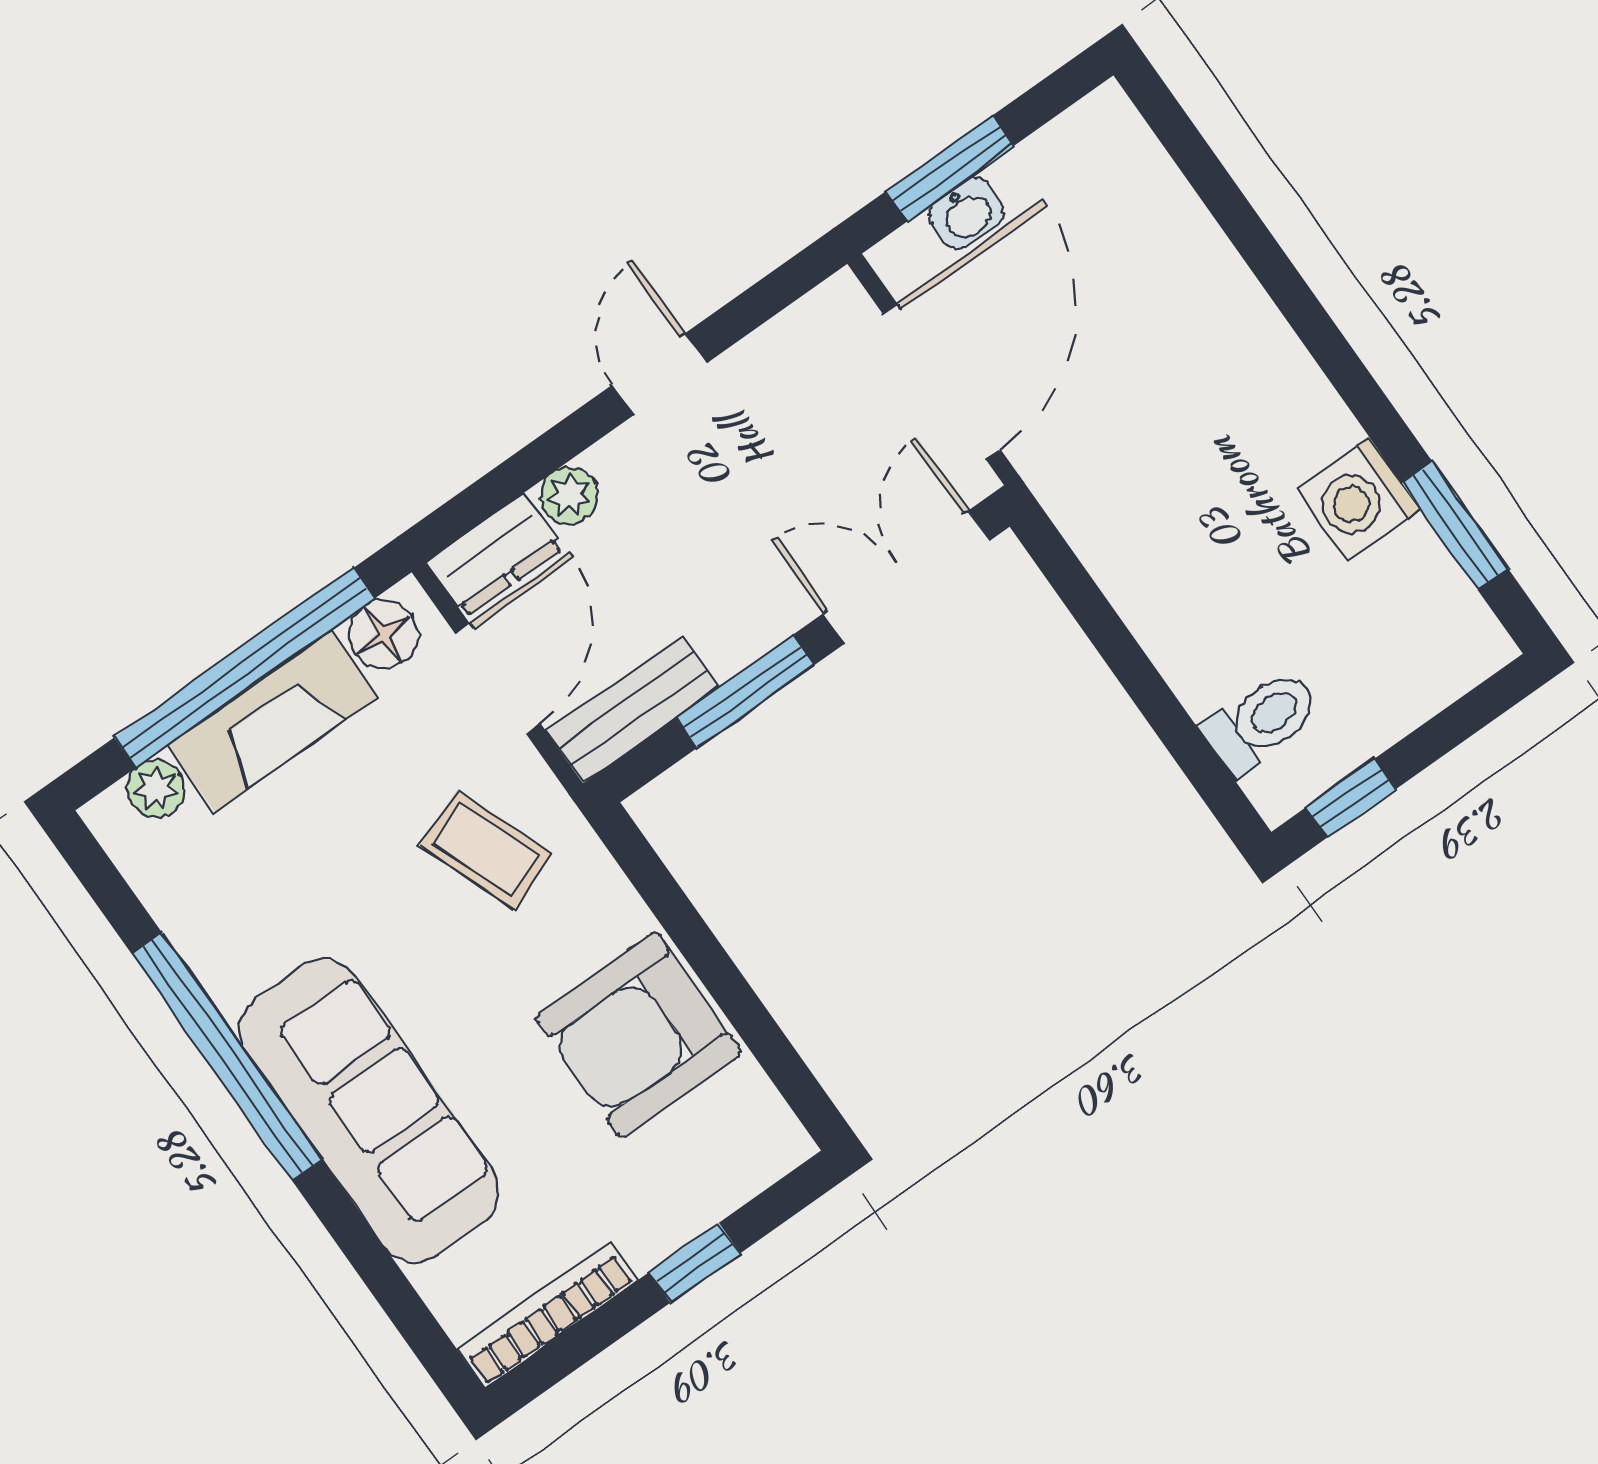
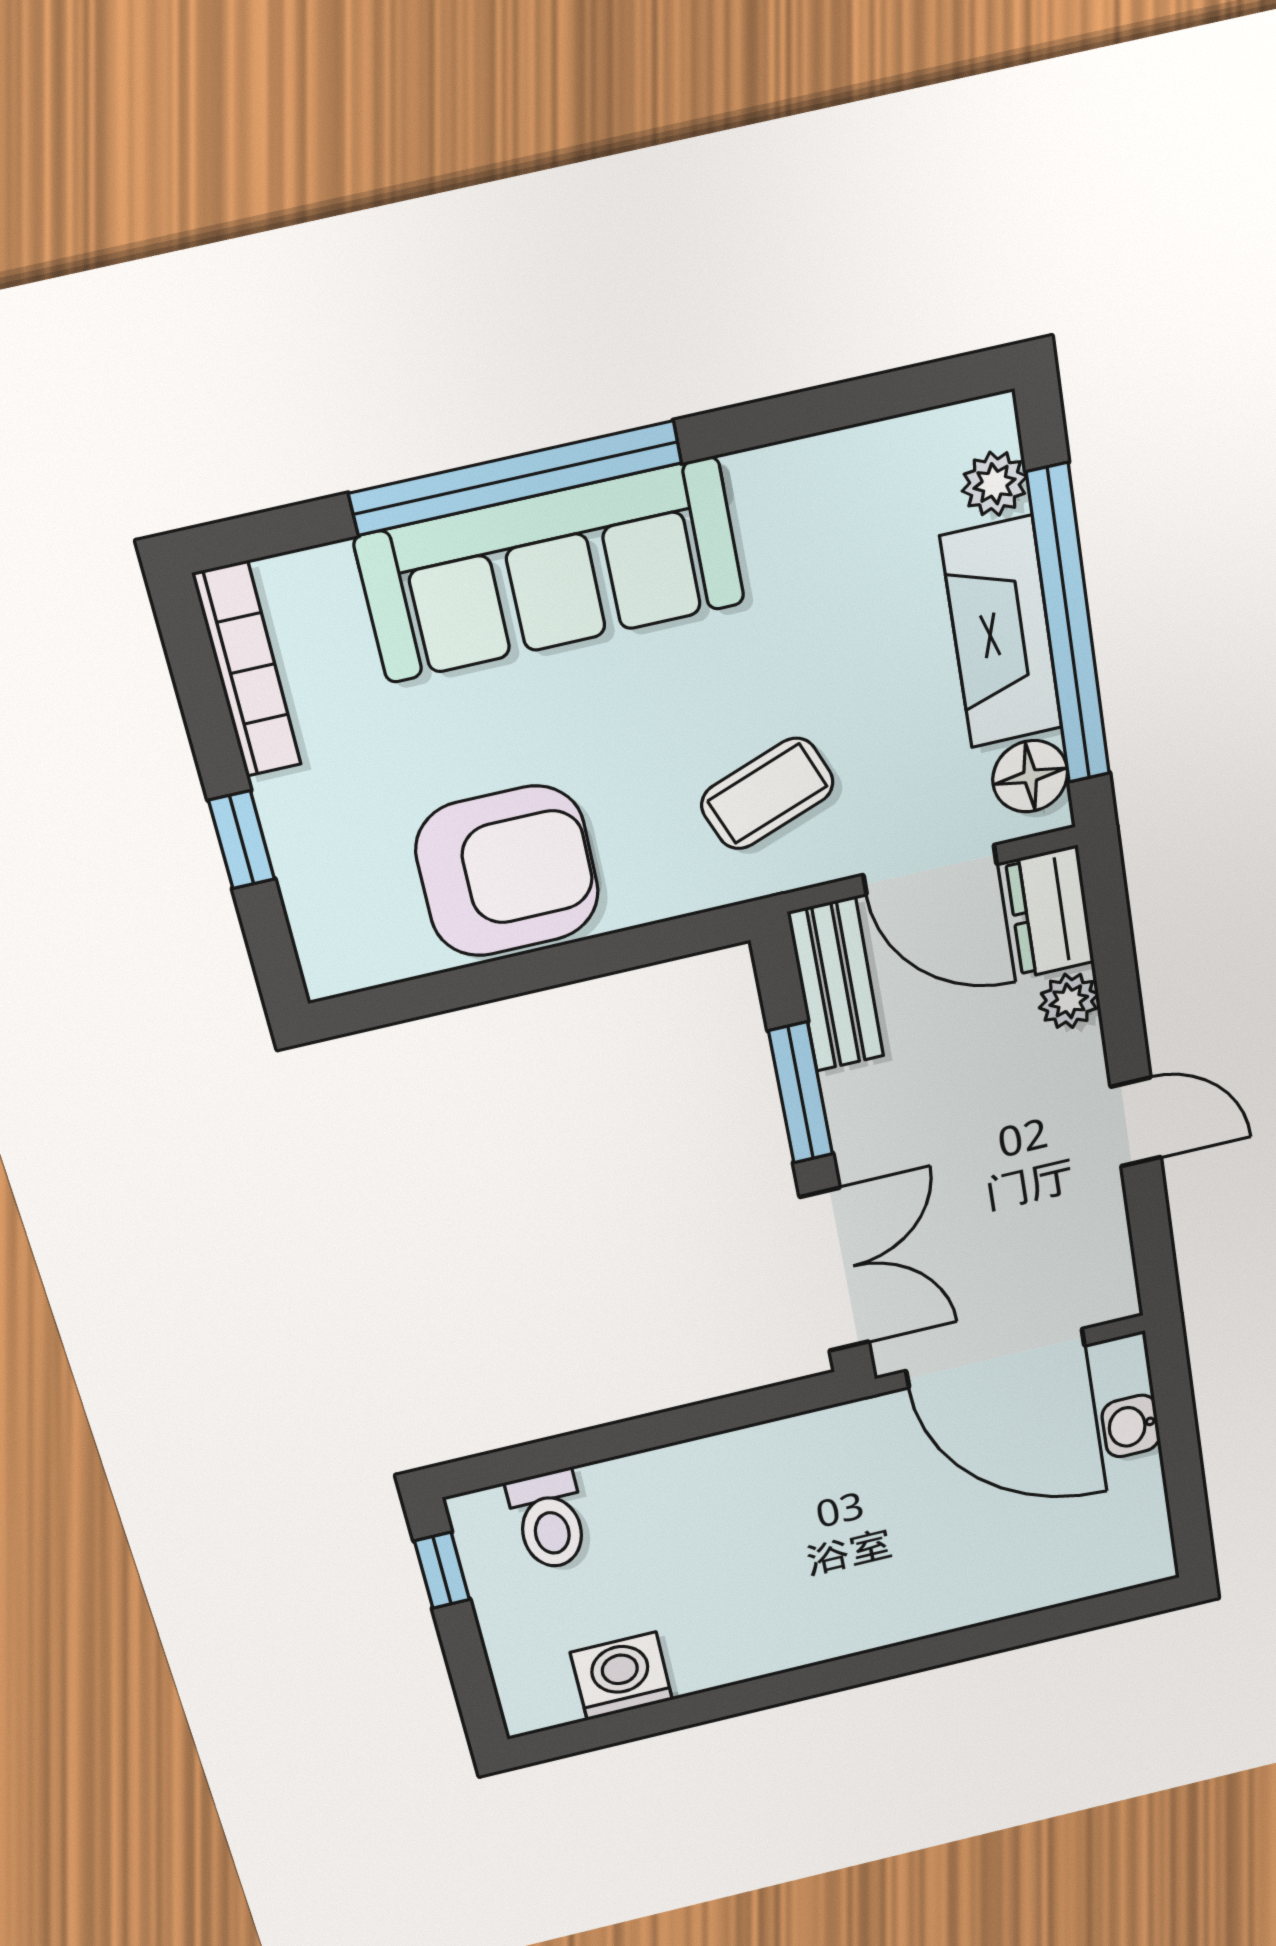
window: (950, 168) -> (1177, 1426), removed
washing machine: (1359, 499) -> (621, 1676), moved
window: (1455, 526) -> (648, 1720), removed
armchair: (638, 1035) -> (507, 871), turned 90
window: (227, 1057) -> (516, 478), moved

